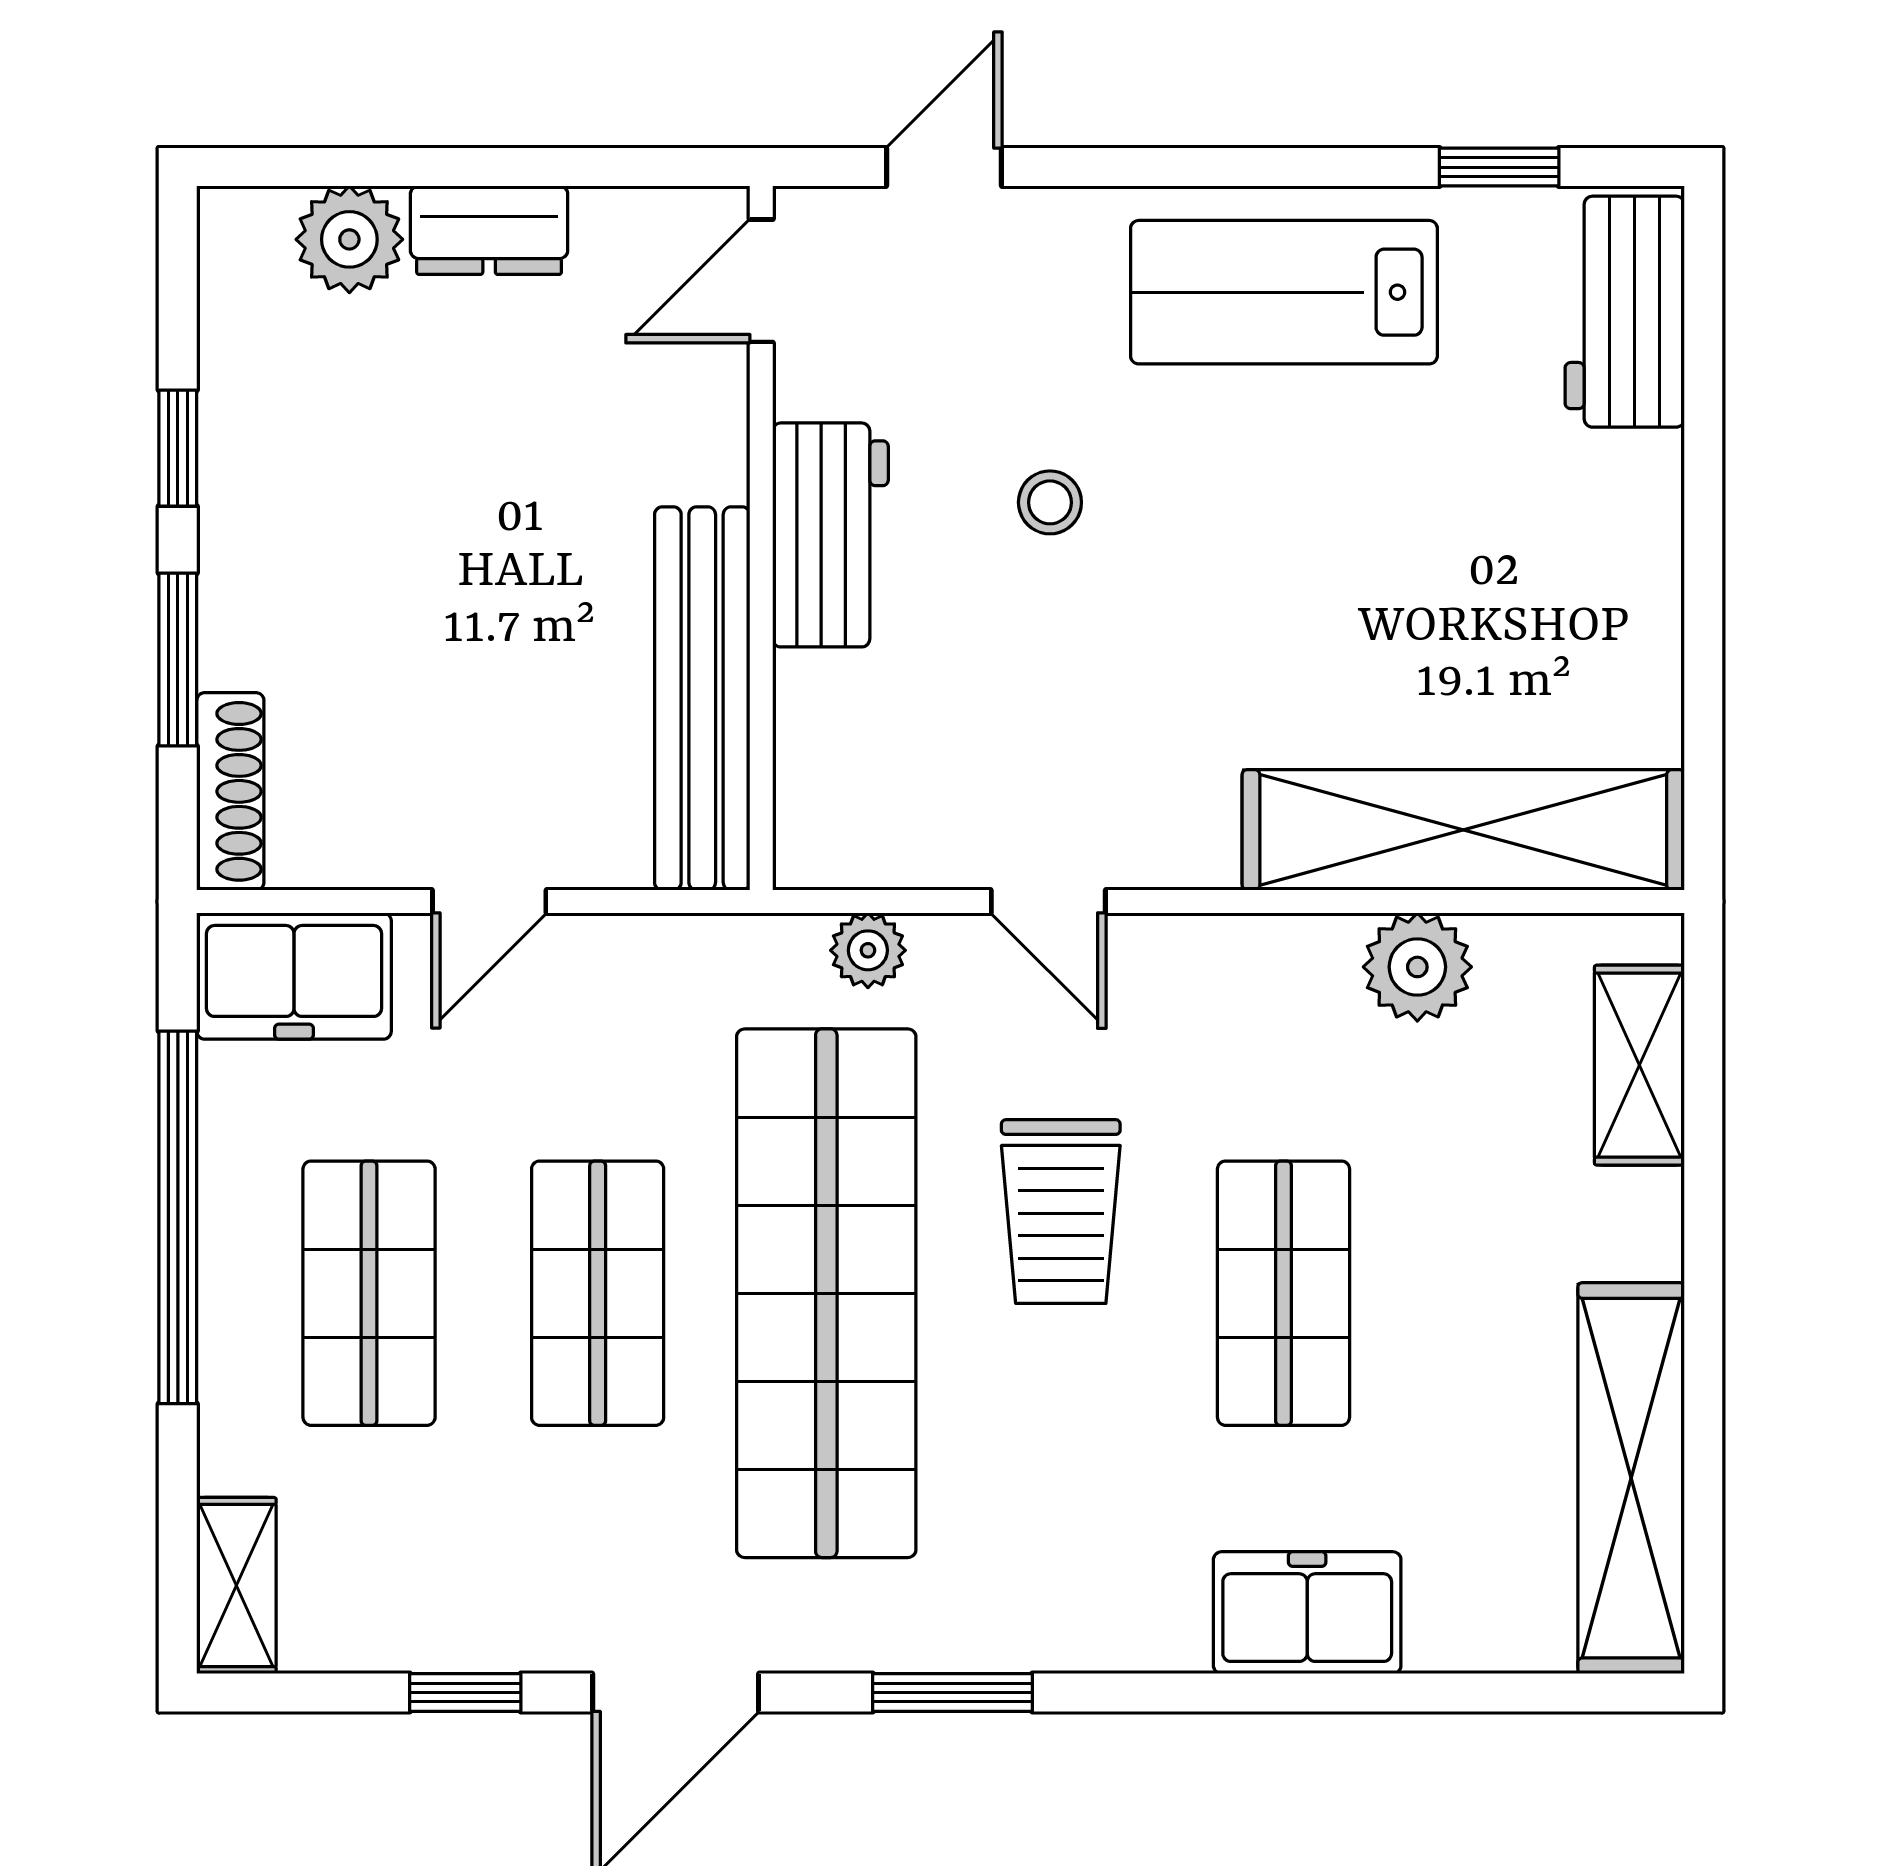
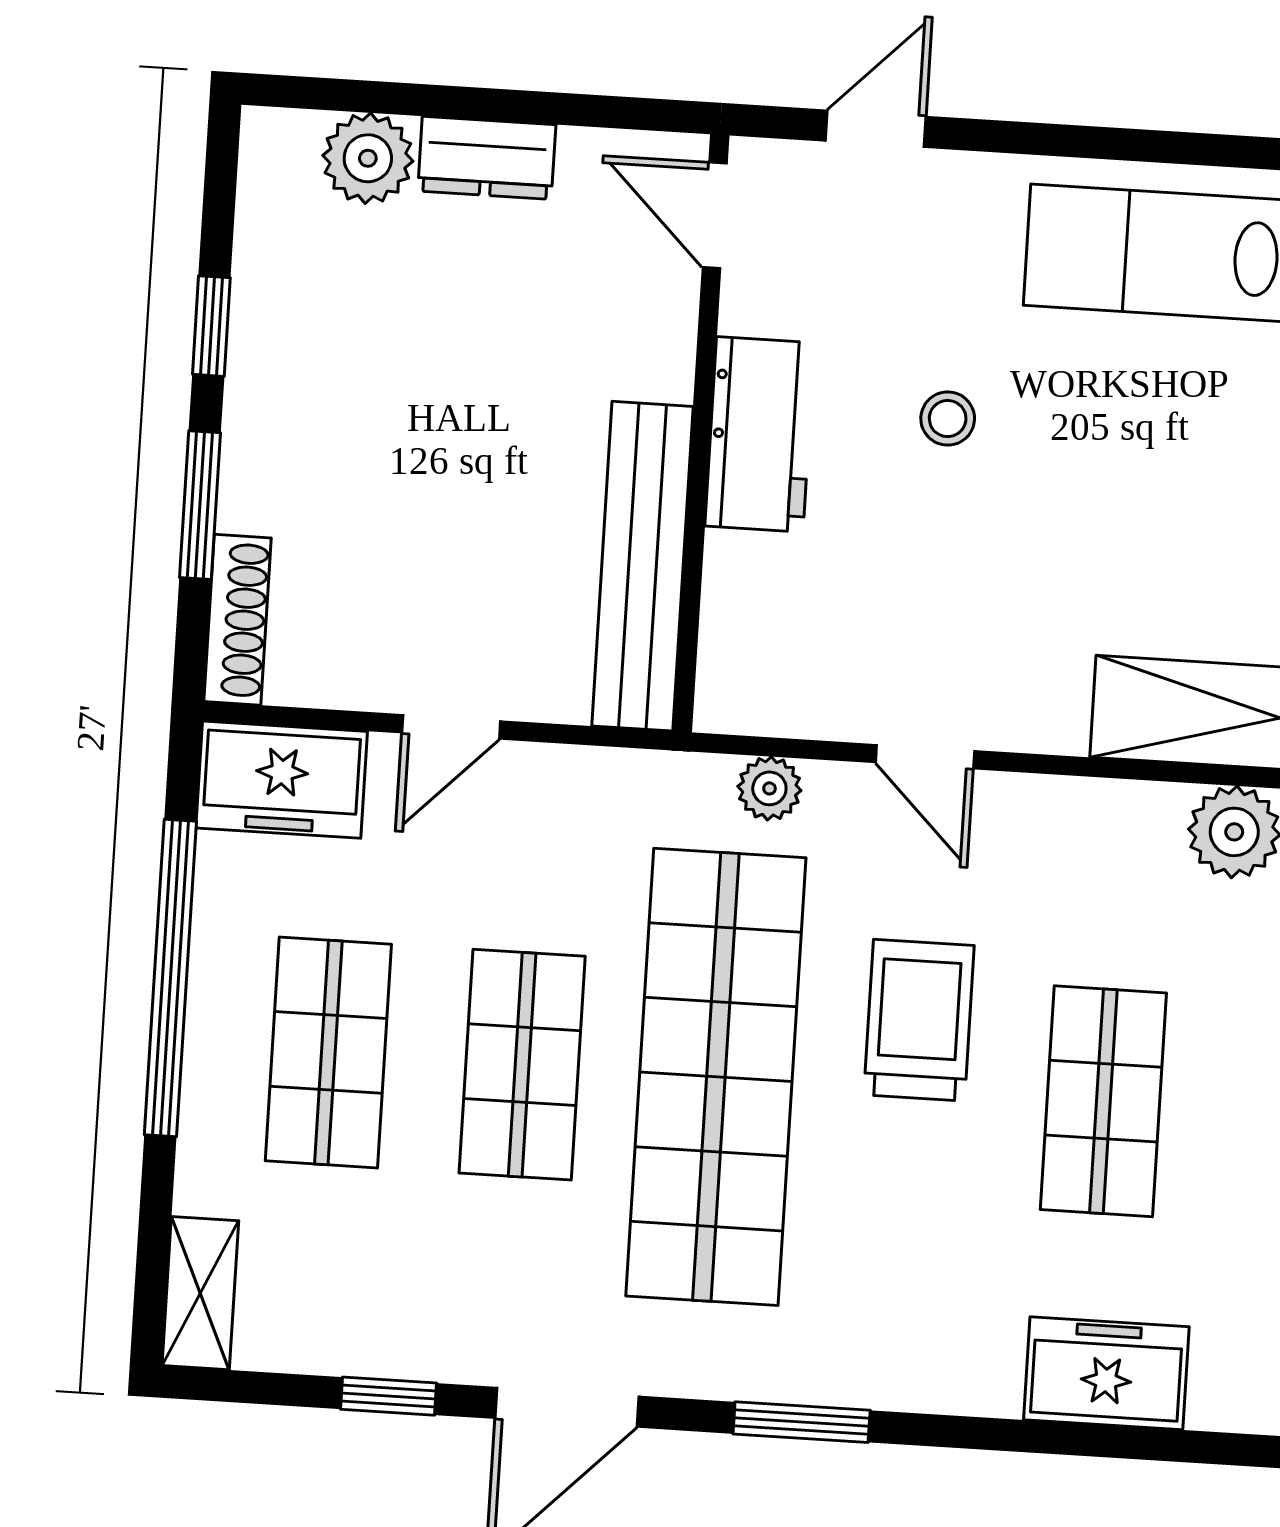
door: (761, 281) -> (715, 215), hinge flipped
trolley: (1061, 1212) -> (919, 1020), turned 180

